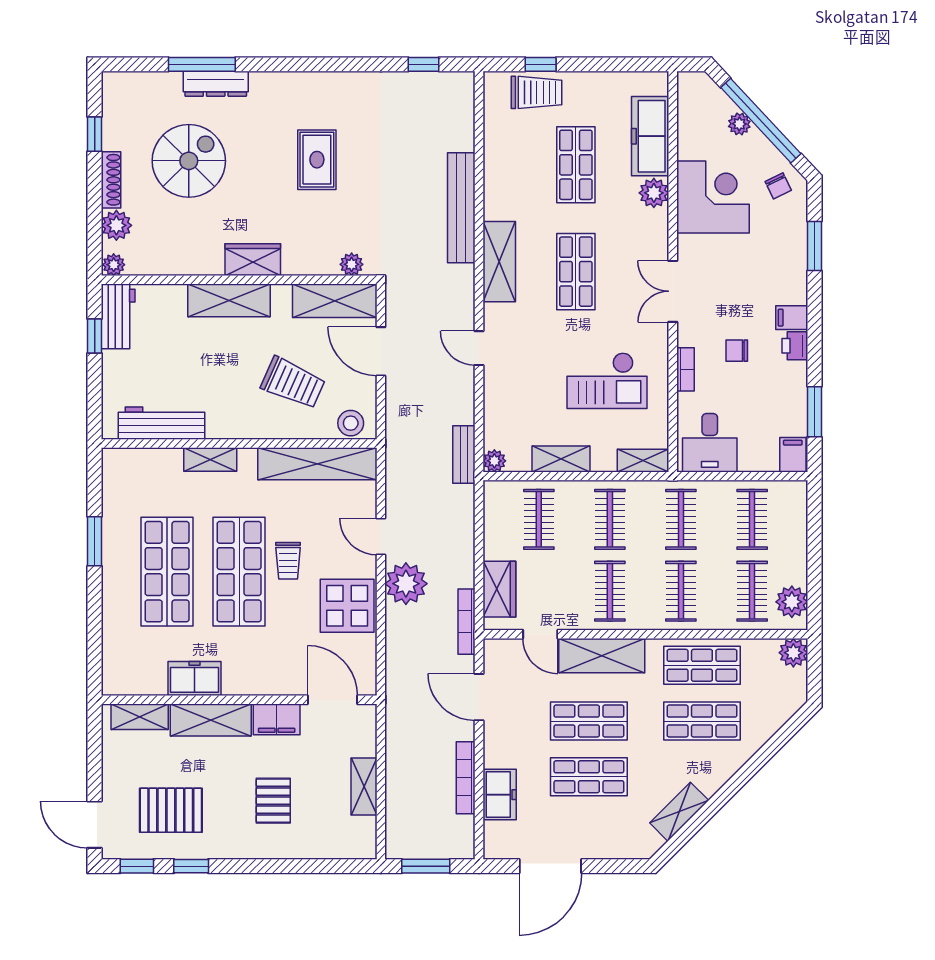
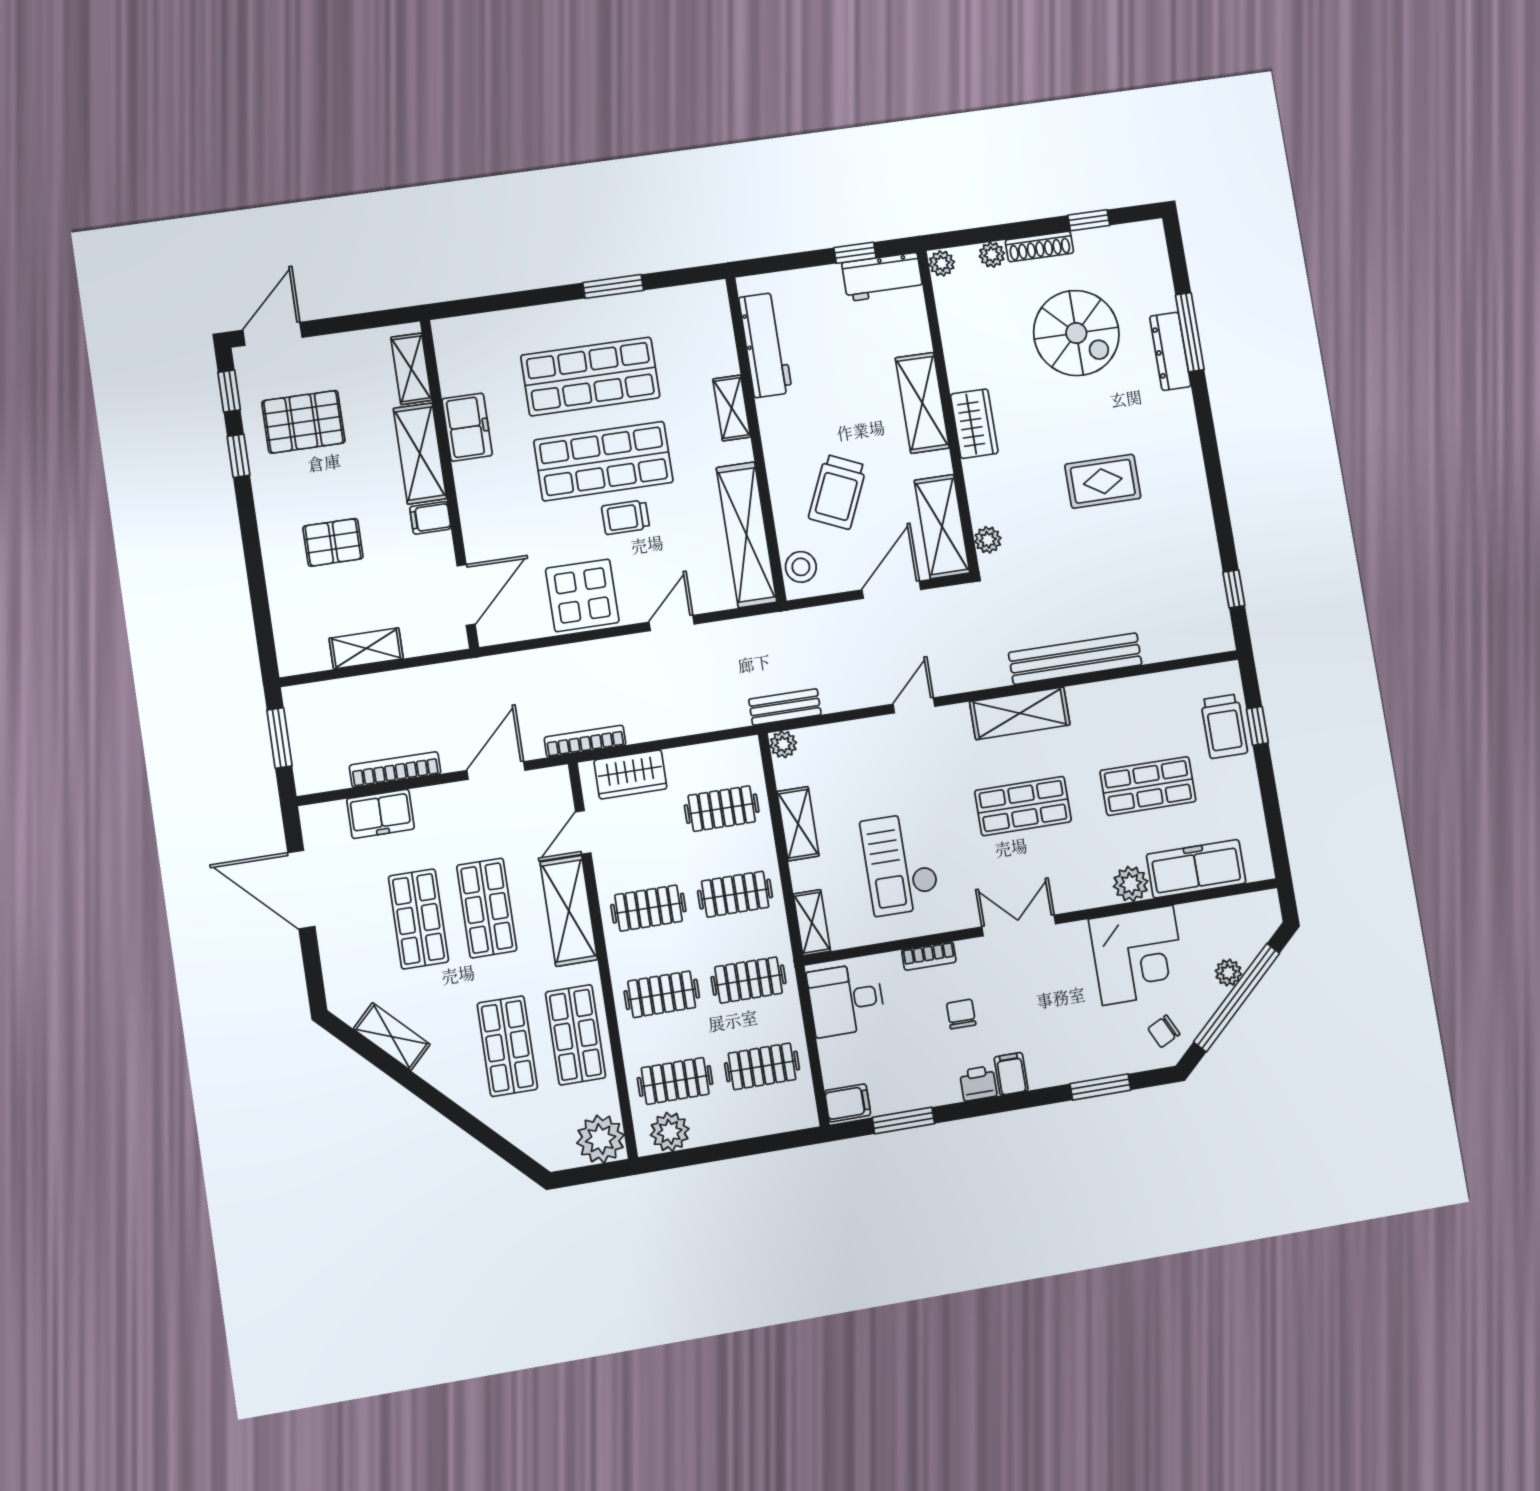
plant: (116, 225) -> (992, 255), width x0.73, depth x0.73
plant: (406, 584) -> (620, 662), removed
plant: (793, 653) -> (601, 1139), width x1.36, depth x1.36
filing cabinet: (277, 719) -> (430, 518), width x0.50
pallet: (171, 810) -> (303, 422), turned 90

